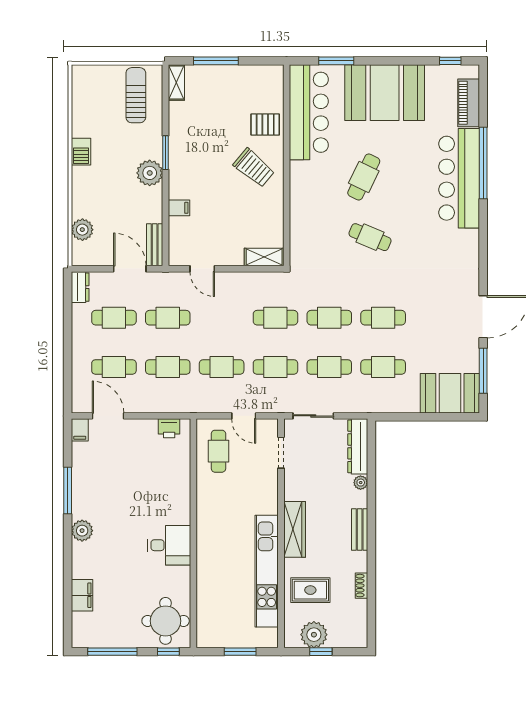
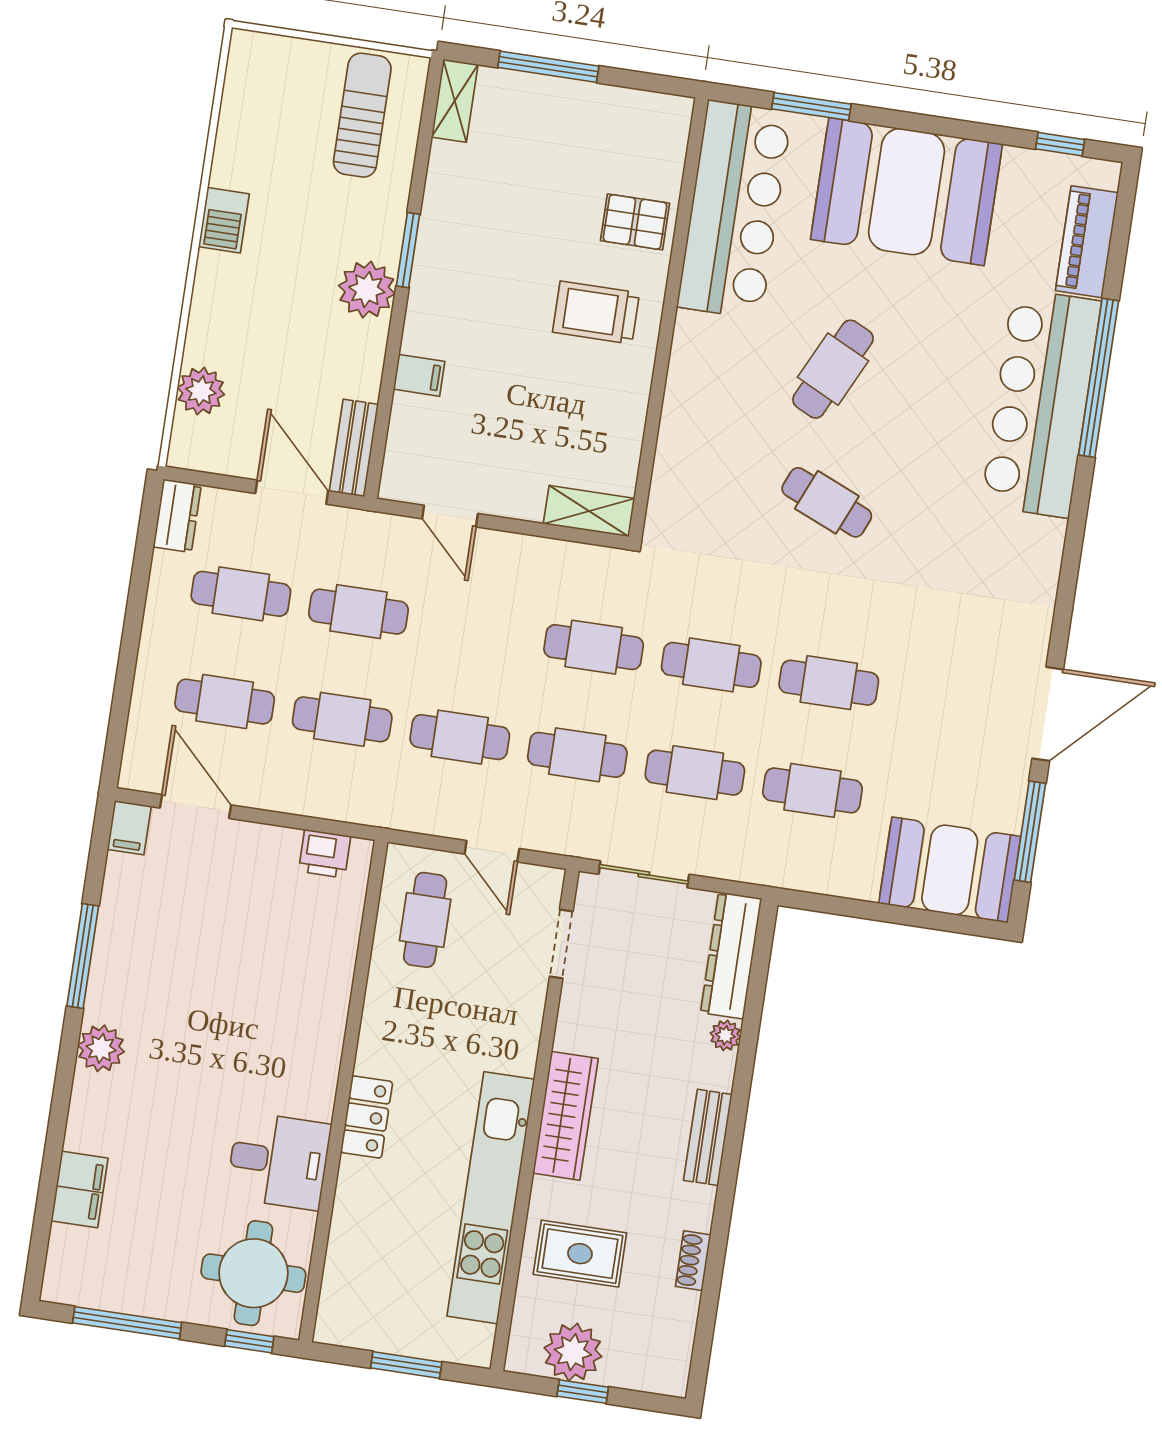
trolley: (254, 168) -> (596, 312), turned 140
locker: (206, 543) -> (367, 1117), added
desk: (169, 545) -> (279, 1161), moved

